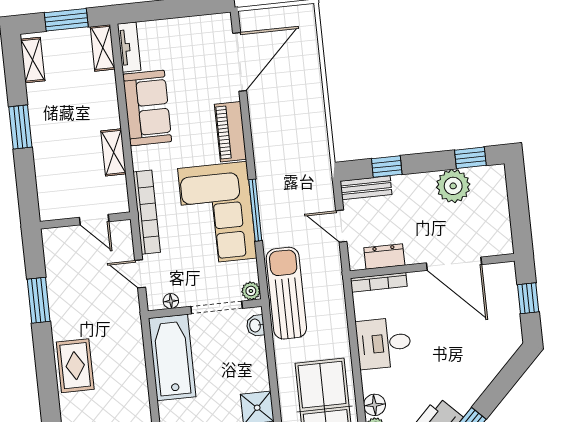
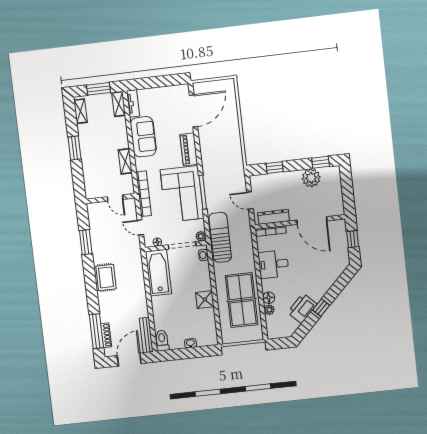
bench: (366, 188) -> (263, 179), removed
dresser: (384, 257) -> (274, 217), width x1.44

